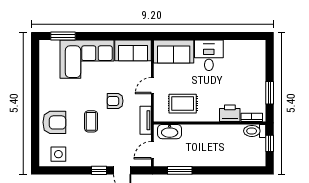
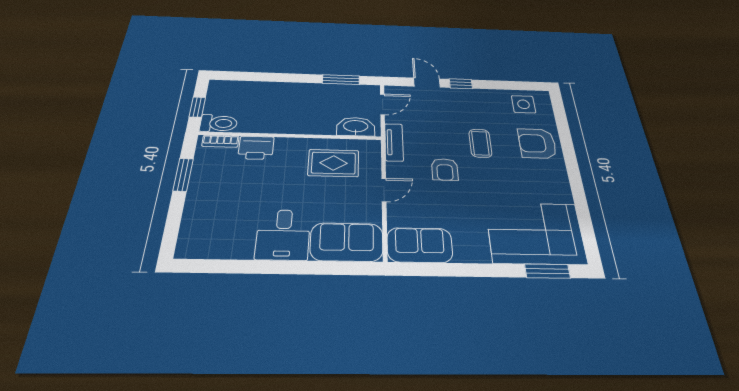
corner sofa: (87, 59) -> (535, 233), moved
armchair: (115, 101) -> (445, 169), turned 90

